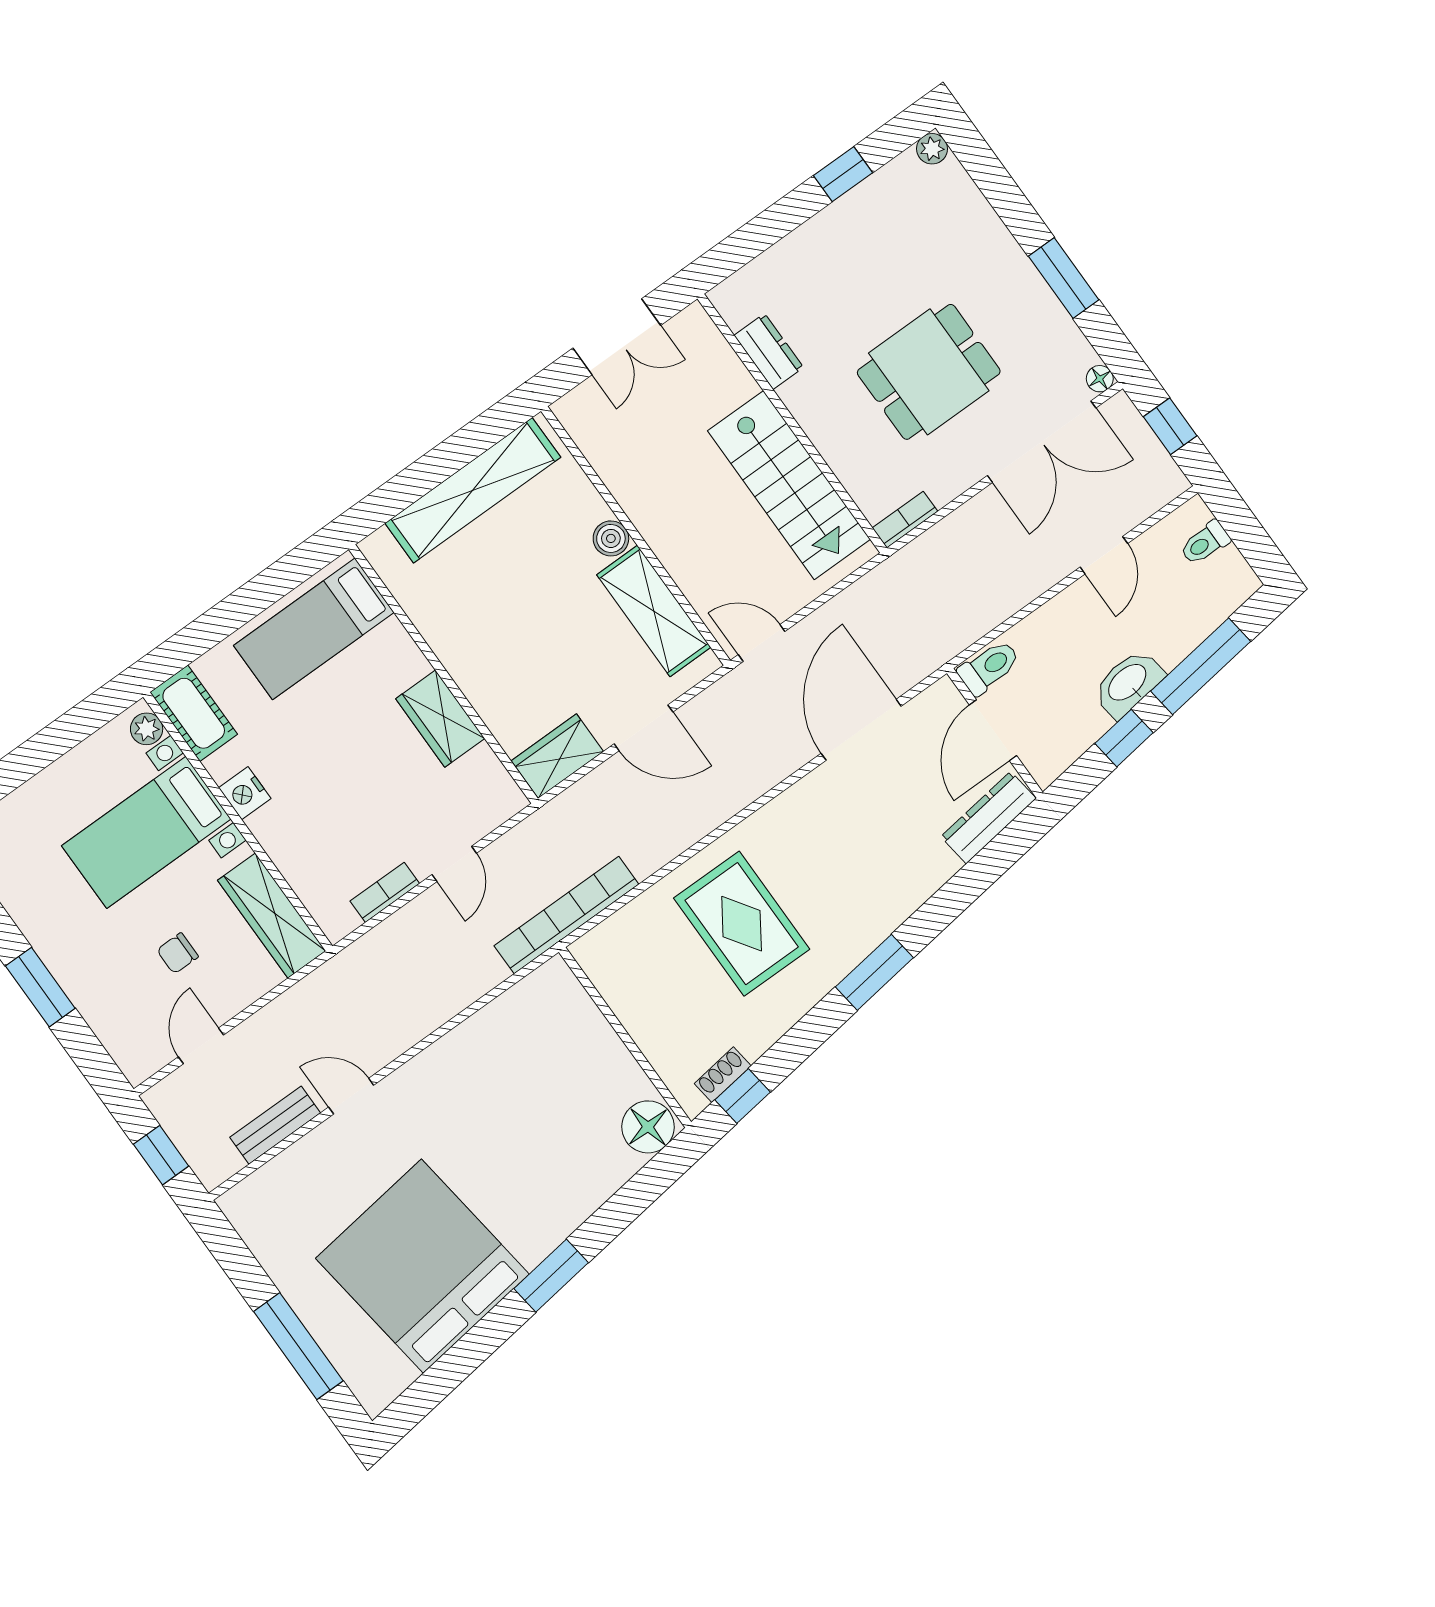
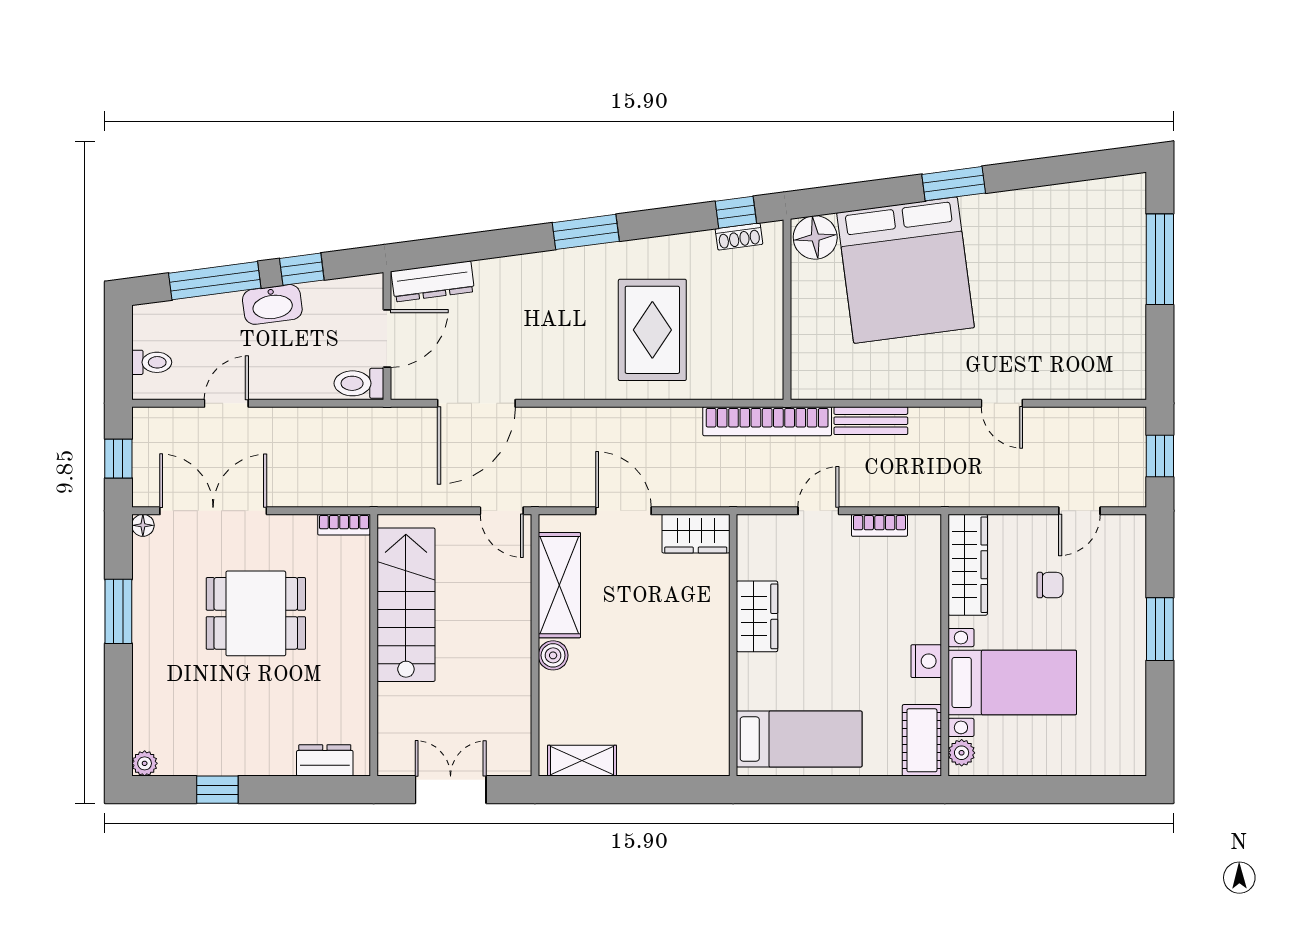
dresser: (769, 351) -> (325, 760), moved, turned 90
shelving: (473, 490) -> (582, 761), width x0.45, depth x0.75
bench: (275, 1125) -> (871, 421), moved
bed: (422, 1266) -> (906, 270), moved

